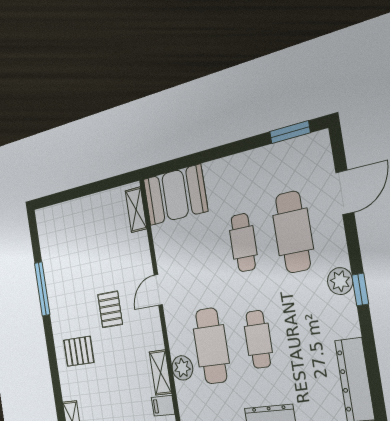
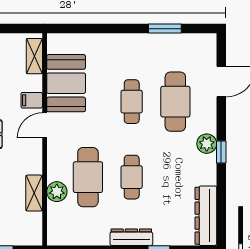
window: (290, 132) -> (165, 29), moved
booth: (175, 195) -> (66, 83), moved, turned 90
filing cabinet: (163, 406) -> (32, 100), moved

